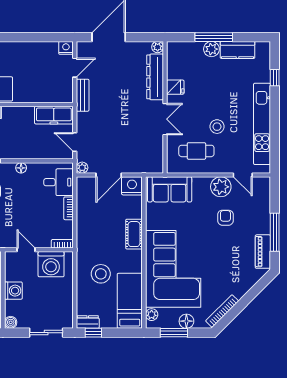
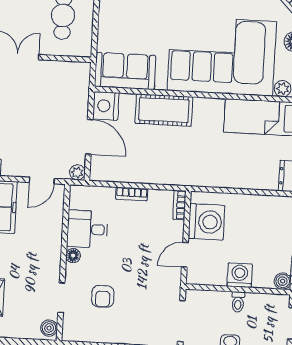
desk: (59, 182) -> (87, 229), moved, turned -90
sofa: (170, 189) -> (125, 71), moved, turned -90
cot: (134, 234) -> (164, 110), width x1.37, depth x1.34
stool: (101, 274) -> (223, 155), removed

